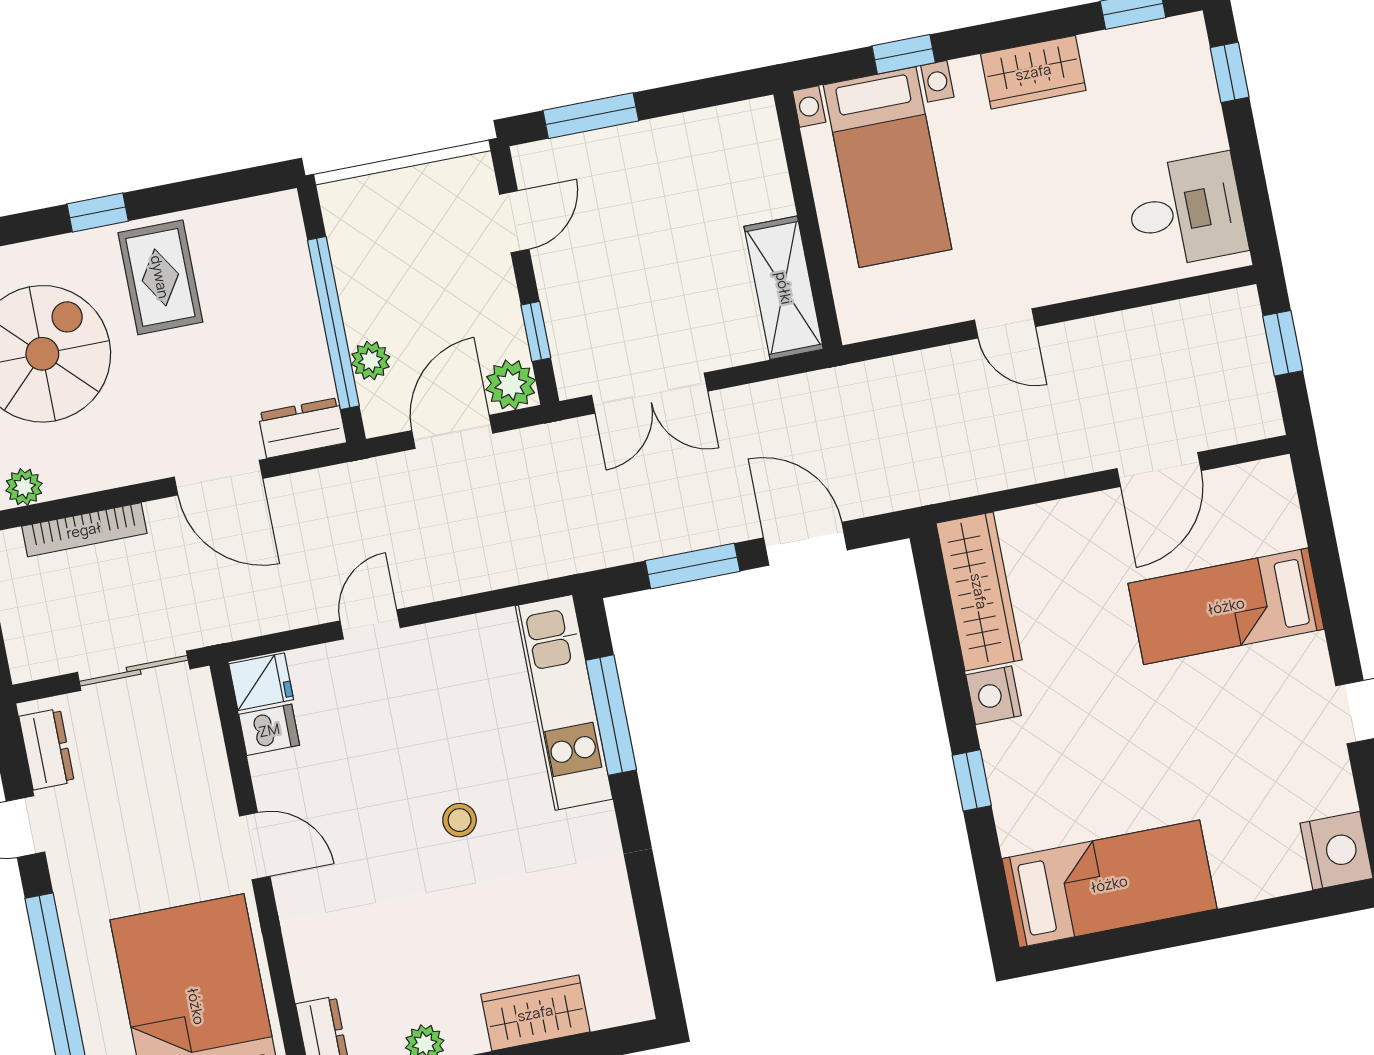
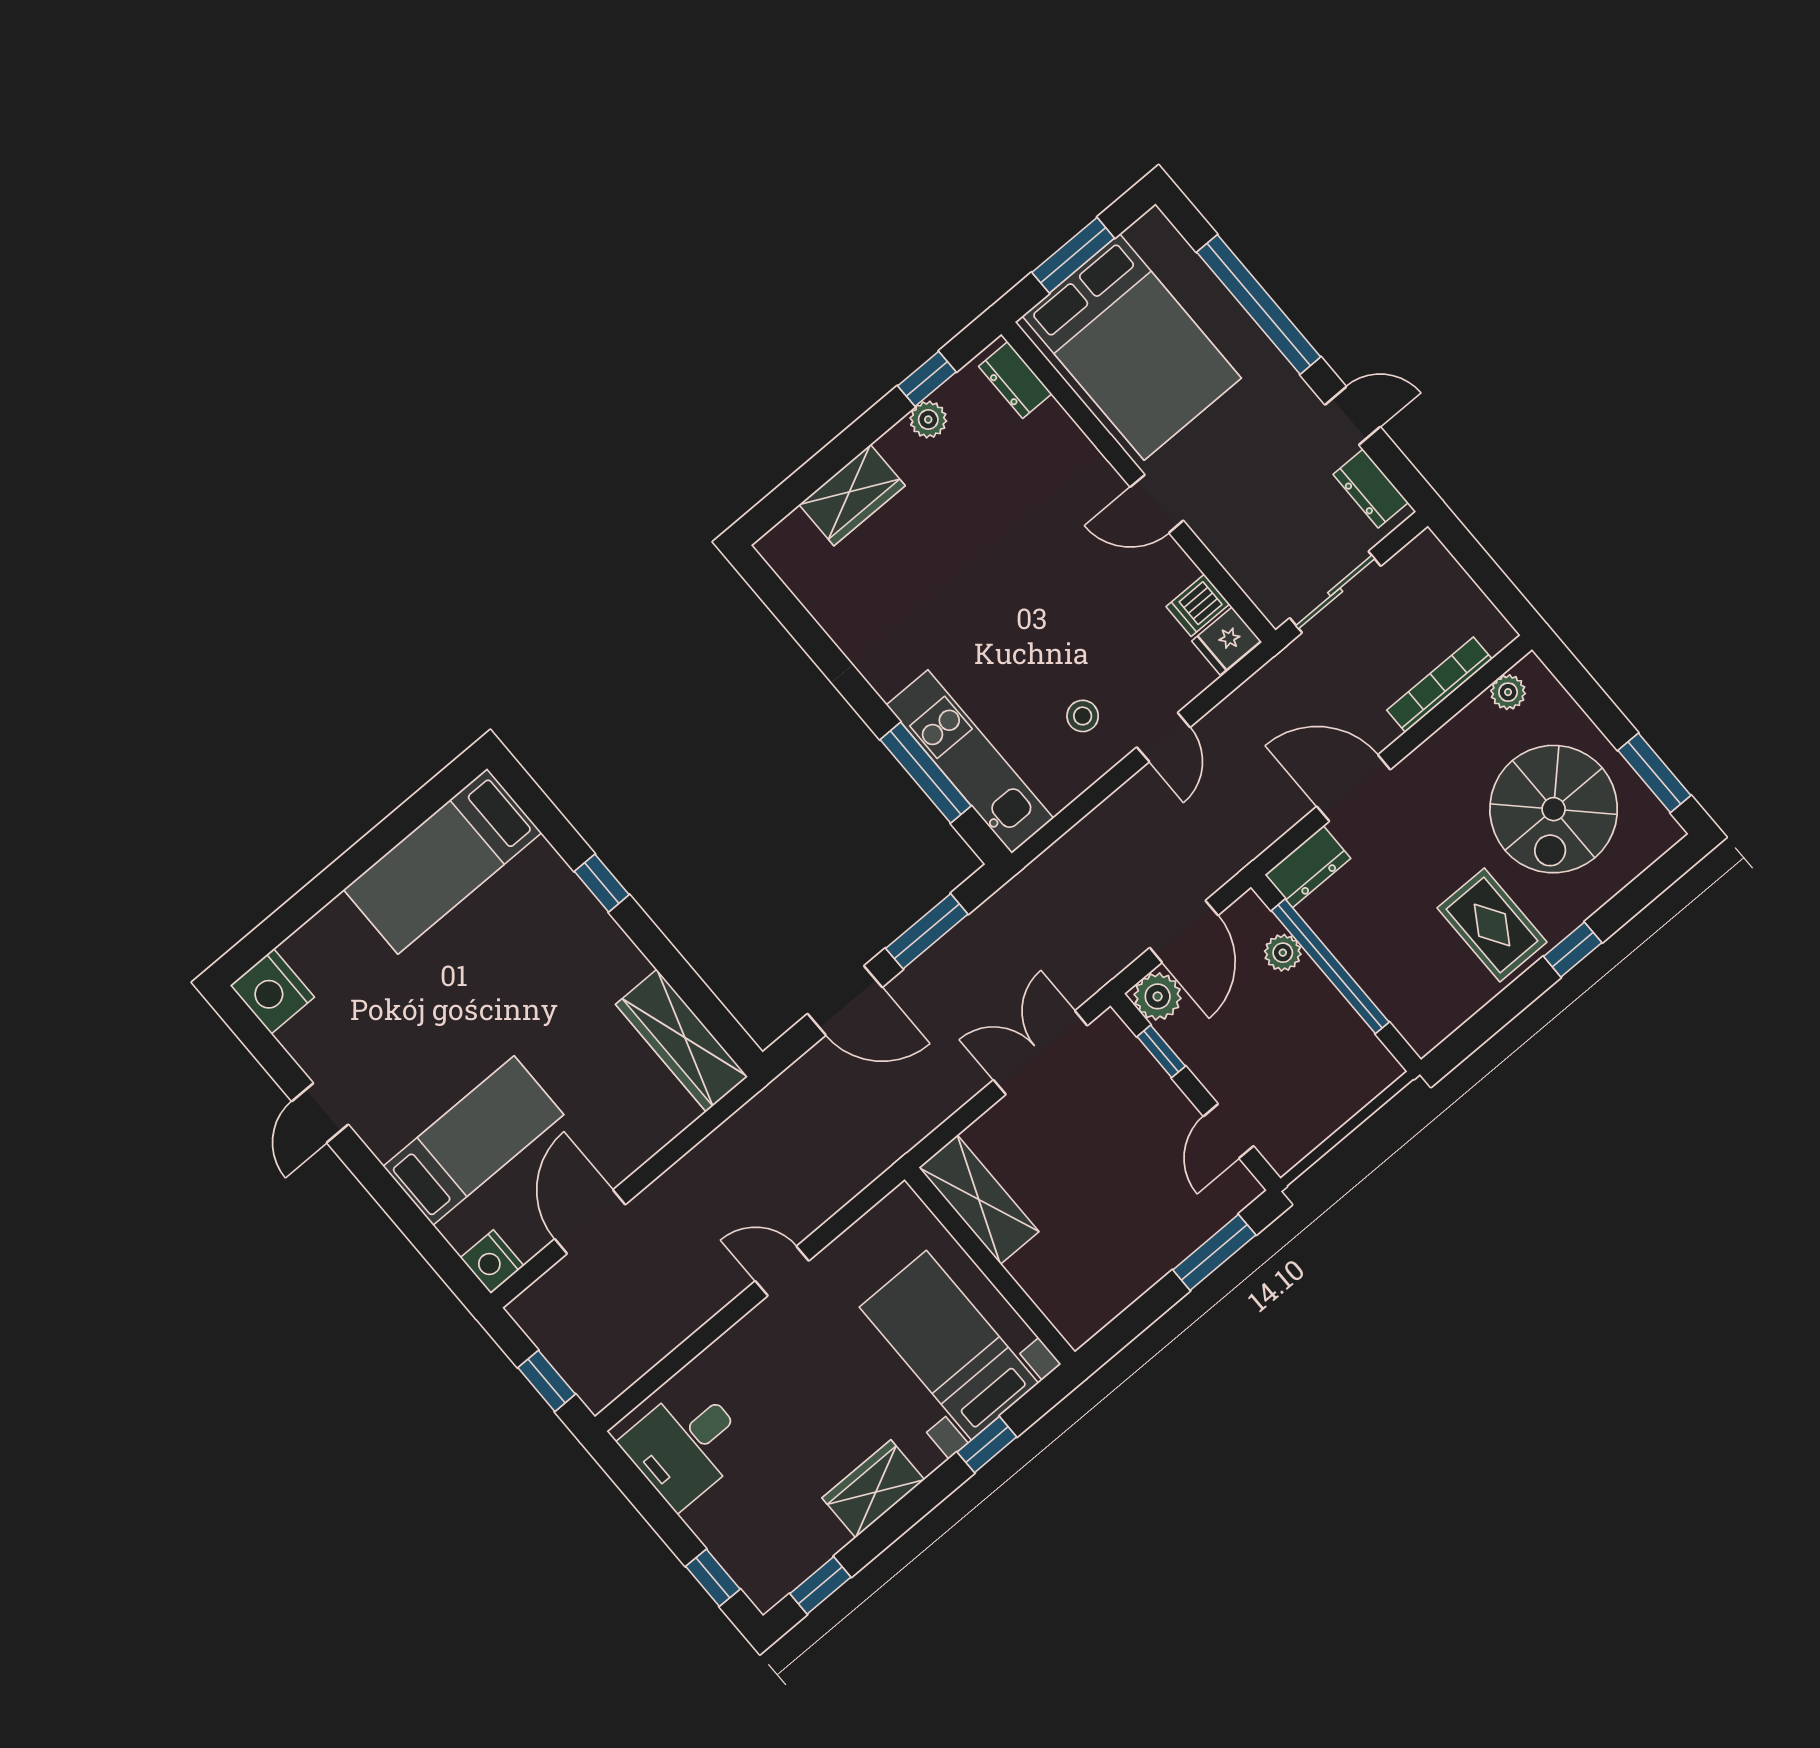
nightstand: (994, 695) -> (492, 1262), moved, turned 180
stool: (460, 820) -> (1083, 716), moved

